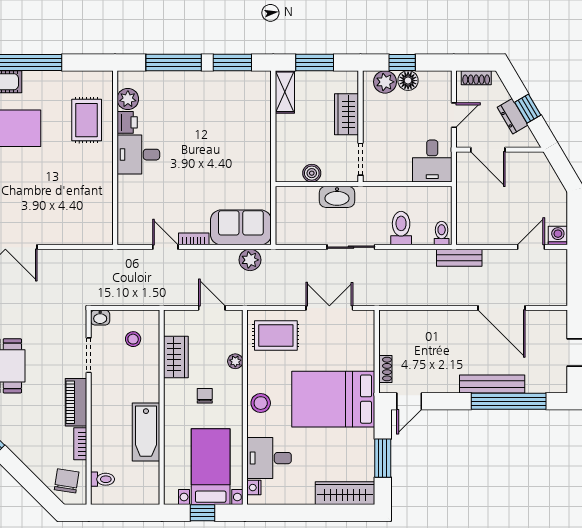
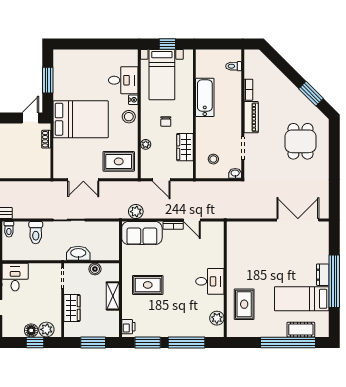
shelving: (285, 92) -> (113, 296), moved
printer: (127, 122) -> (128, 327), moved, turned 180
rug: (232, 149) -> (148, 285), added
chair: (67, 481) -> (257, 65), removed
nightstand: (254, 488) -> (133, 100), moved
wardrobe: (345, 493) -> (73, 57), removed

